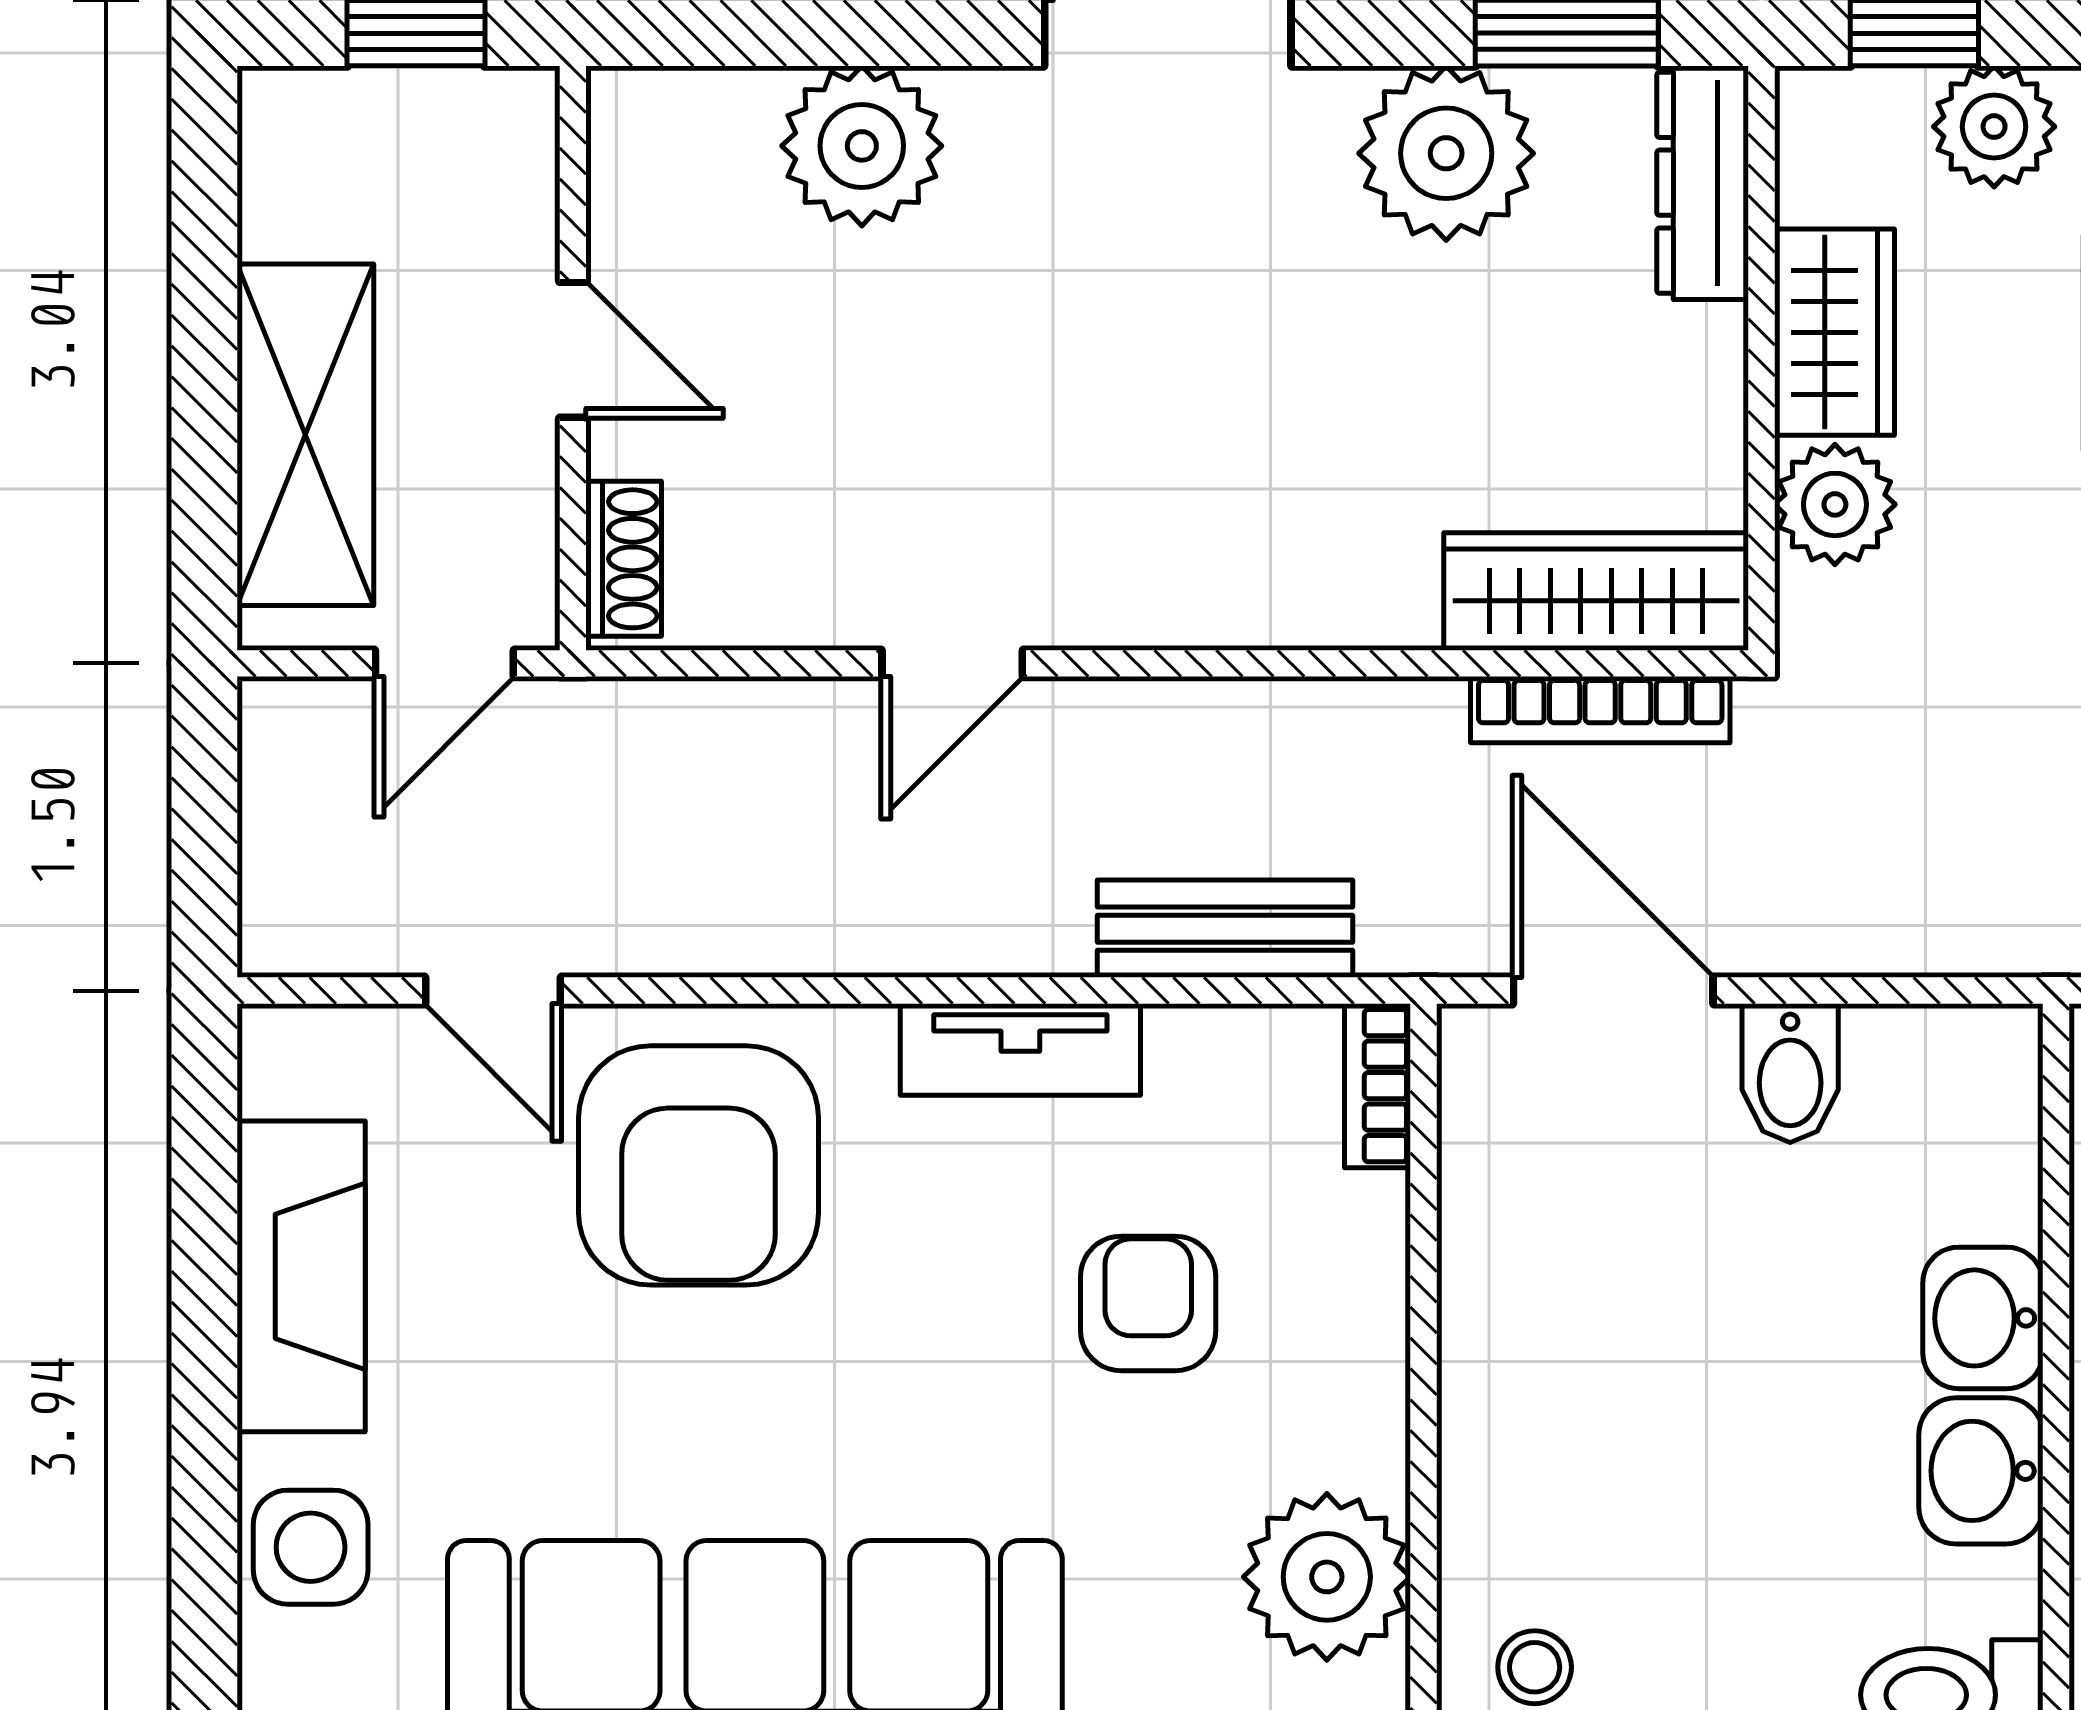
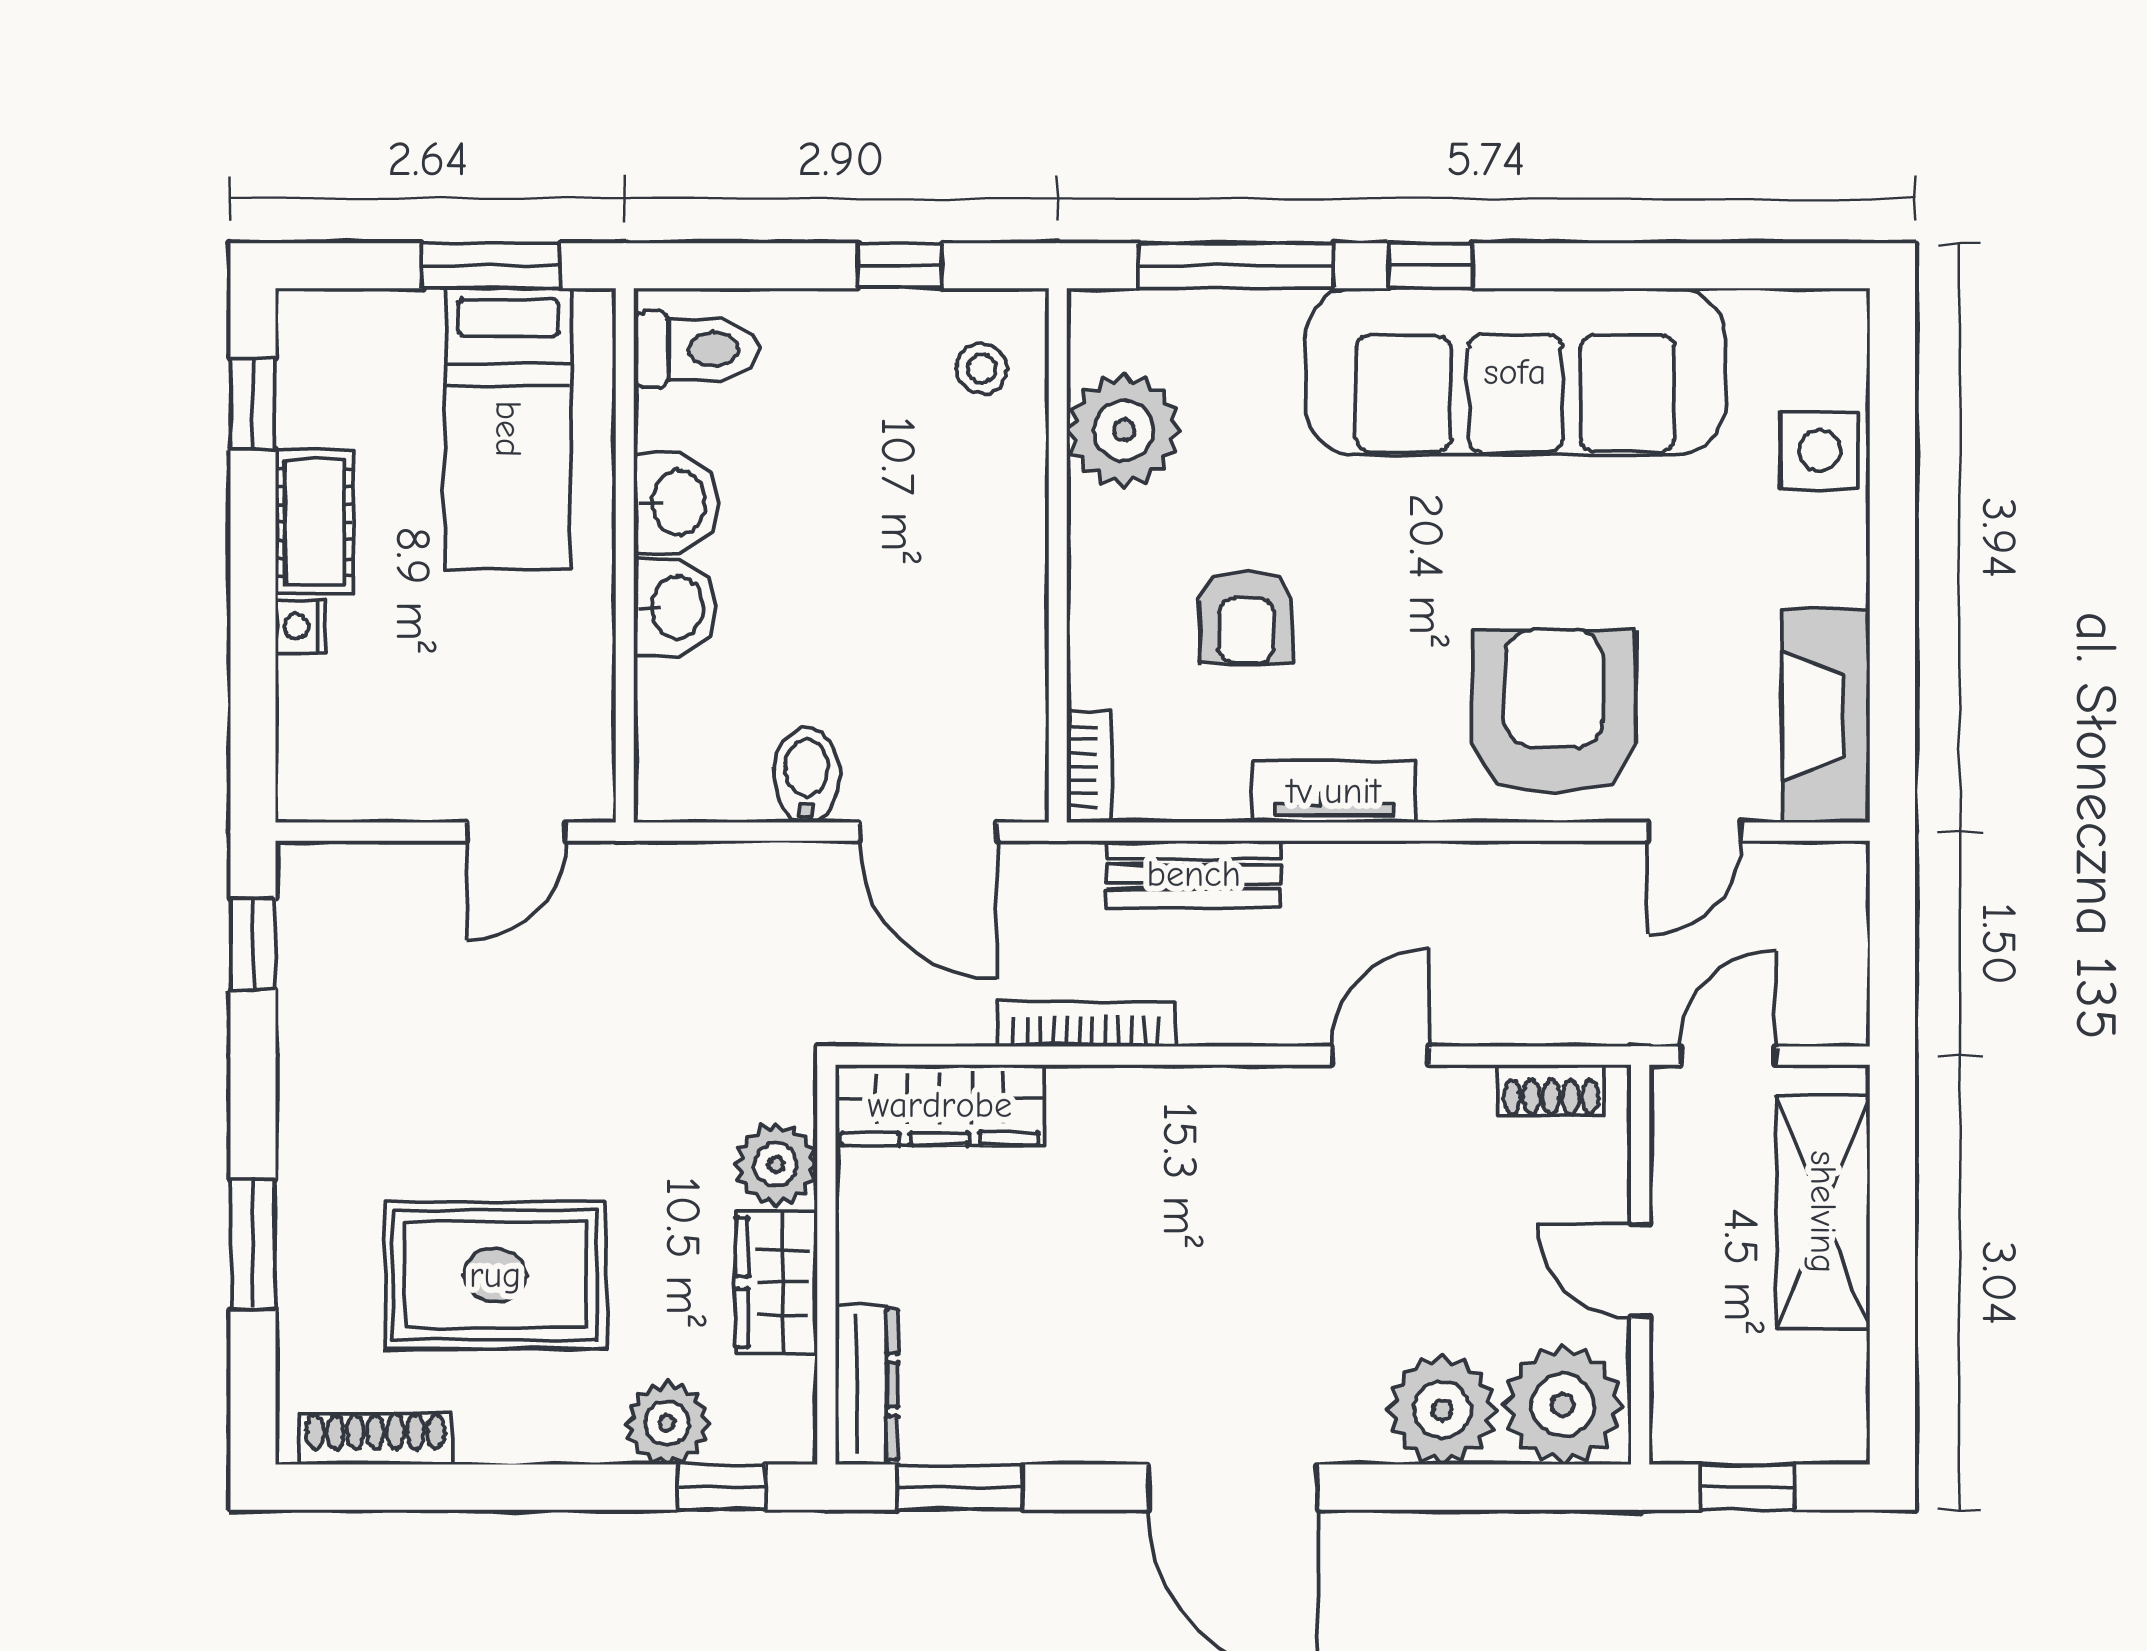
plant: (1446, 153) -> (1563, 1405), moved
shoe rack: (624, 559) -> (1551, 1090), moved, turned -90
bookcase: (1600, 710) -> (1086, 1024), moved
door: (493, 991) -> (1695, 832), swing flipped
fireplace: (301, 1276) -> (1826, 716), moved

